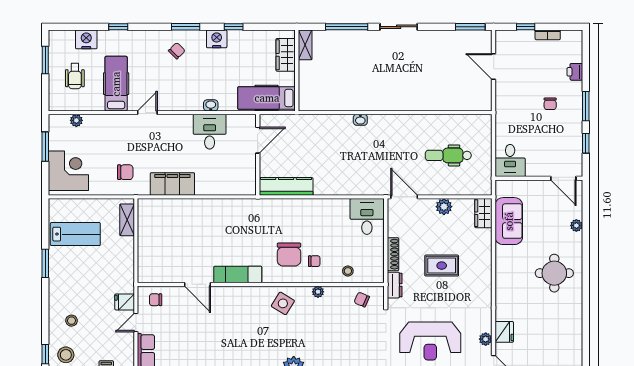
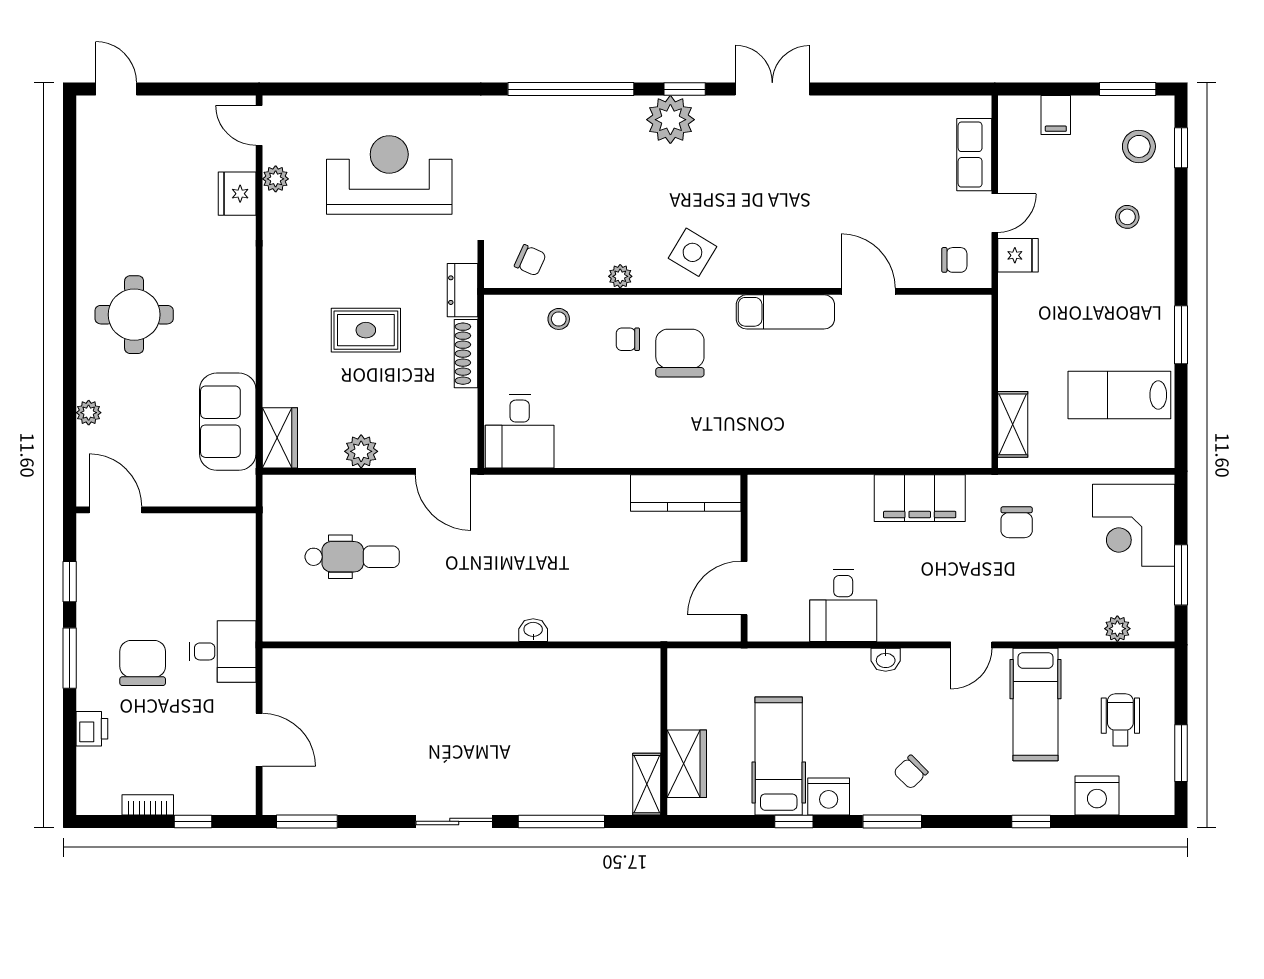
hospital bed: (267, 98) -> (779, 756), moved, turned -90
chair: (550, 104) -> (143, 663), width x1.87, depth x1.87
washbasin: (211, 105) -> (886, 660), moved
desk: (510, 160) -> (223, 651), moved, turned 90
chair: (125, 172) -> (1017, 522), turned -90

